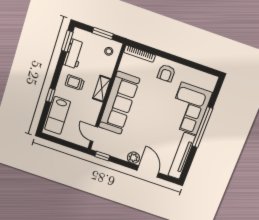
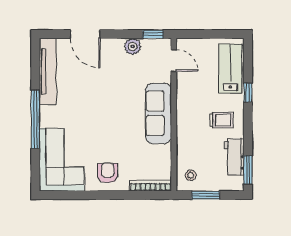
shelving: (102, 89) -> (184, 124), removed
sofa: (119, 103) -> (158, 113), width x0.74, depth x0.79
corner sofa: (189, 109) -> (62, 160), moved
plant: (133, 158) -> (133, 46), moved

